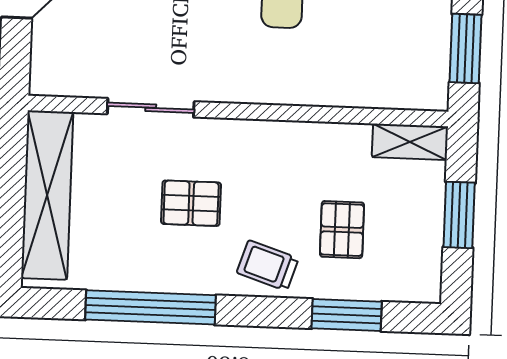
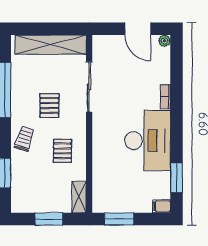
sliding door: (151, 108) -> (89, 87), width x1.37
pallet: (342, 230) -> (62, 151), moved, turned 90

